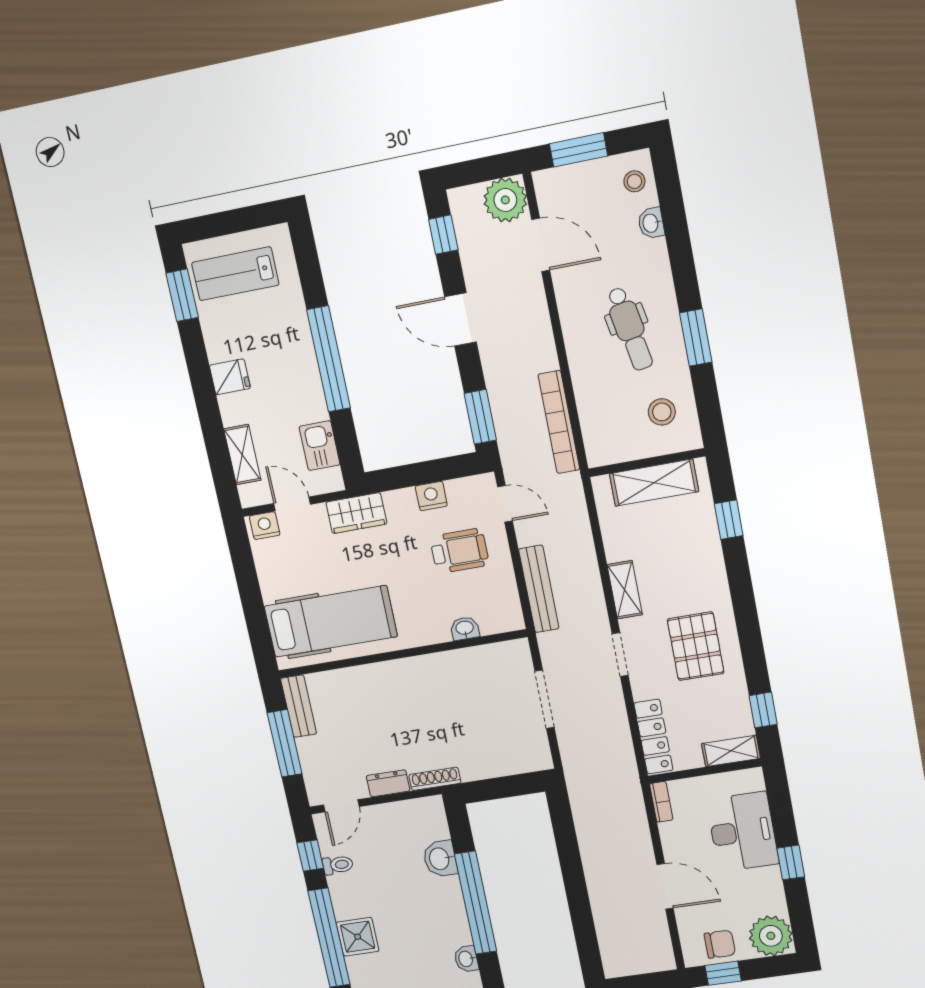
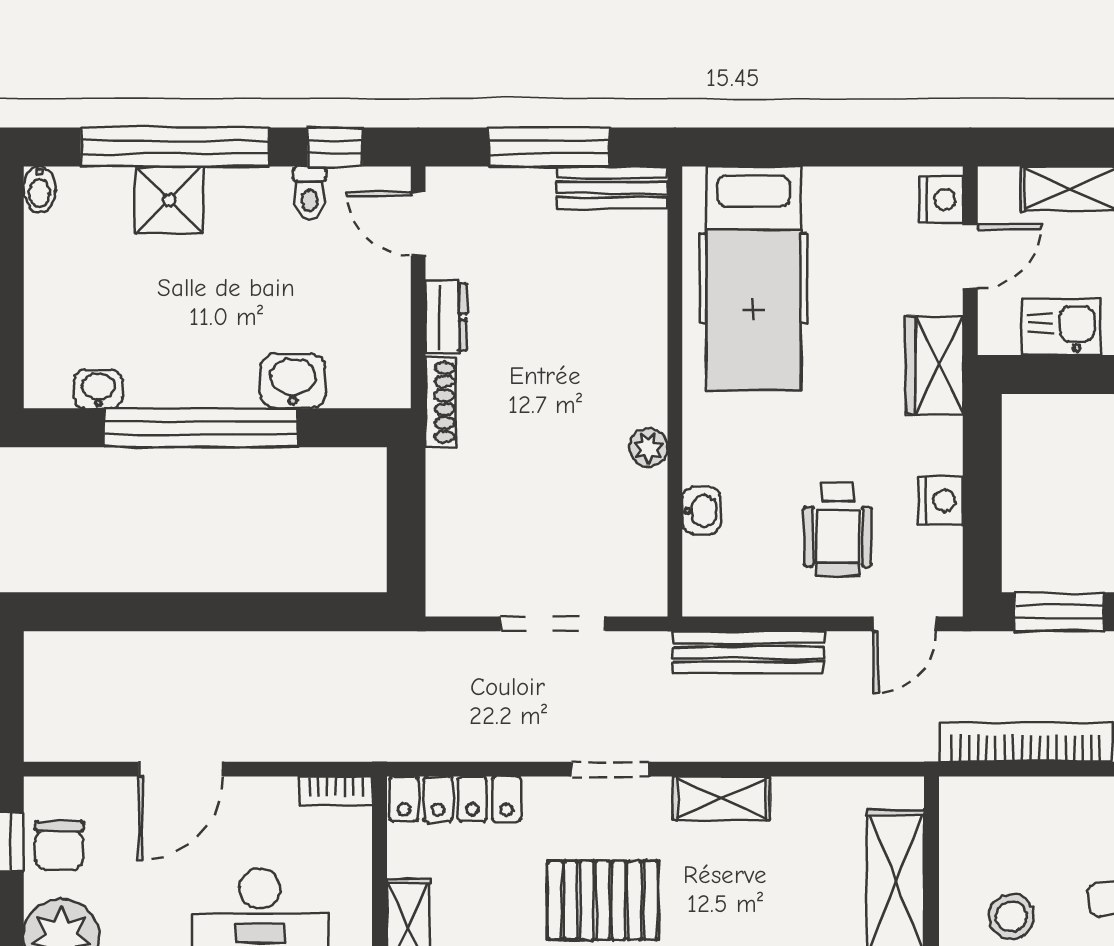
plant: (436, 663) -> (648, 448), added

